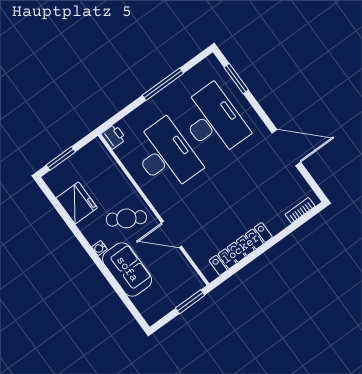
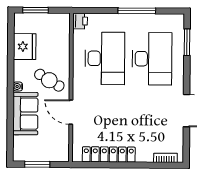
window: (190, 302) -> (37, 164), moved

